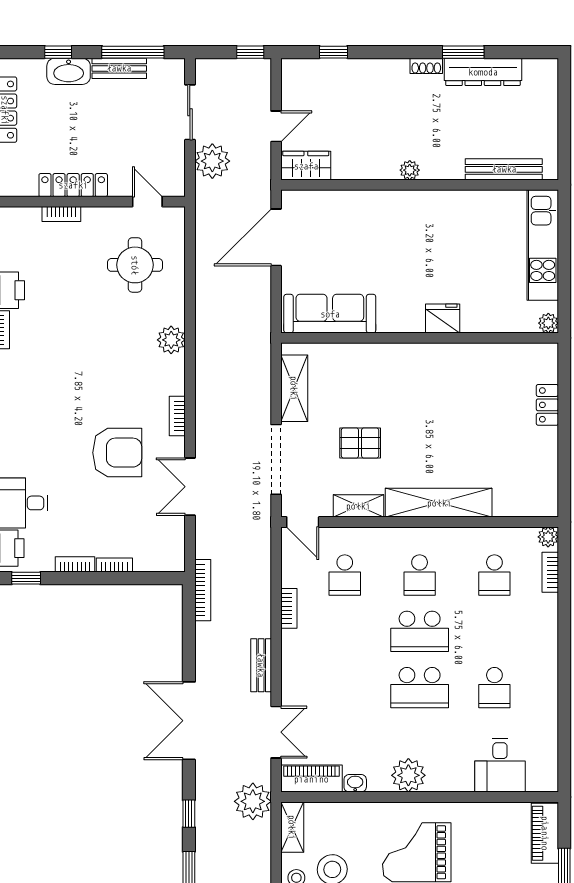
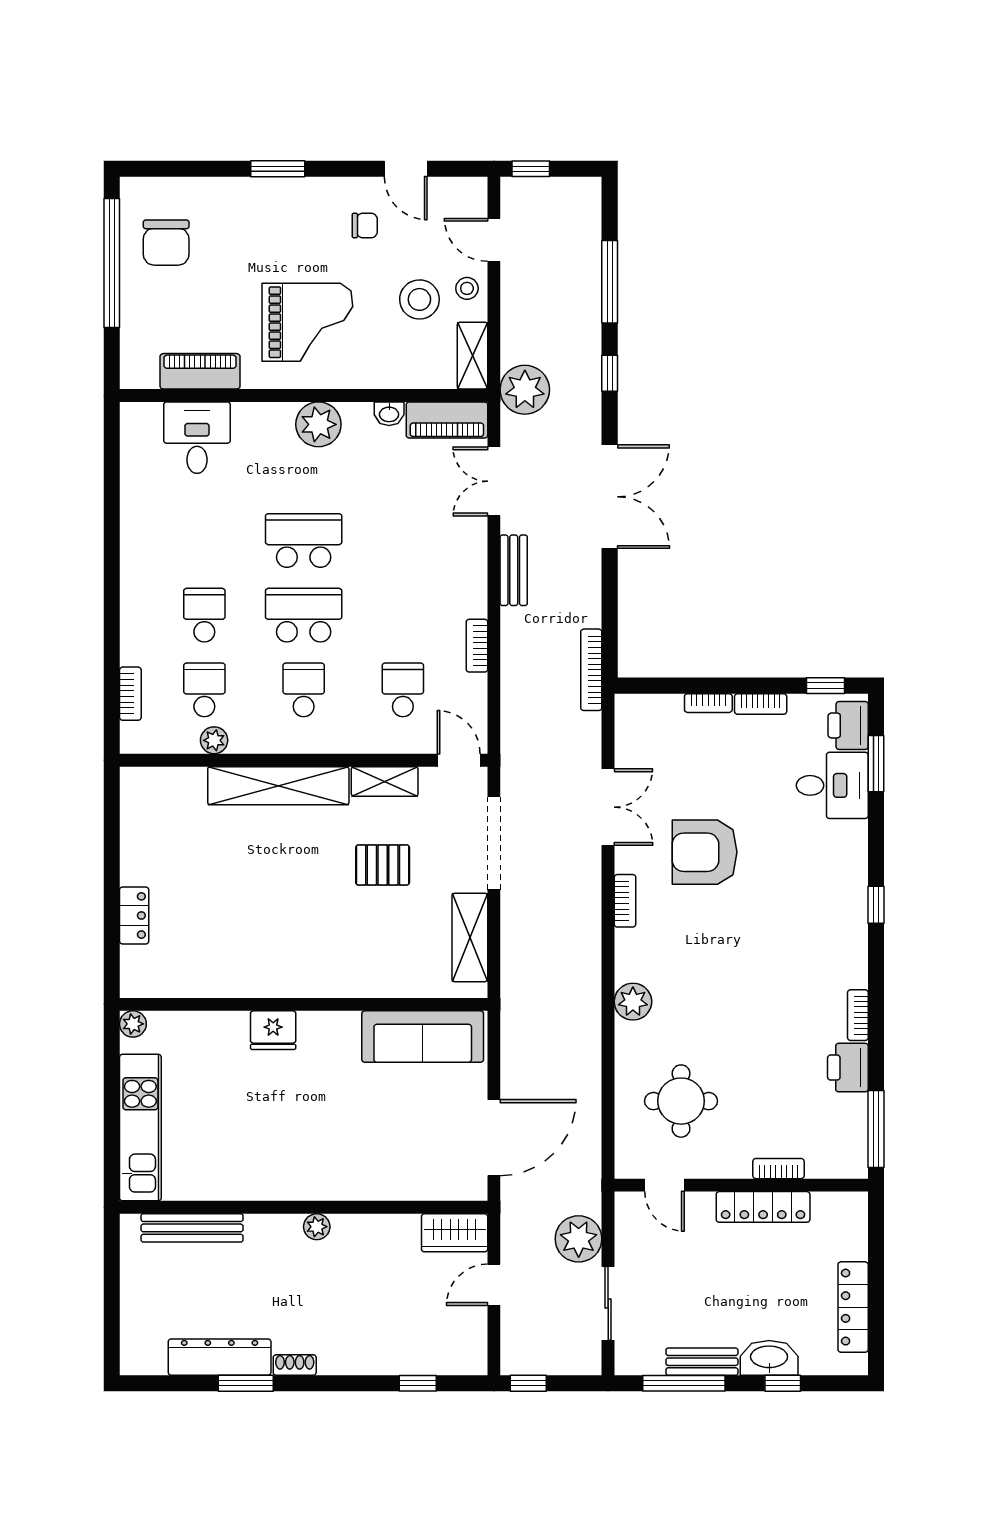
plant: (548, 537) -> (214, 740), moved
school desk: (494, 688) -> (204, 615), moved
piano: (545, 833) -> (200, 371), moved, turned -90

